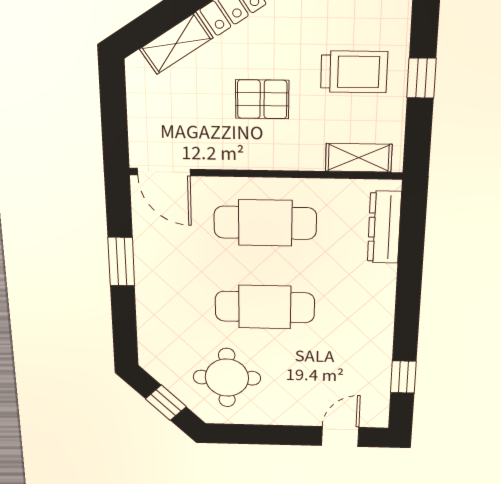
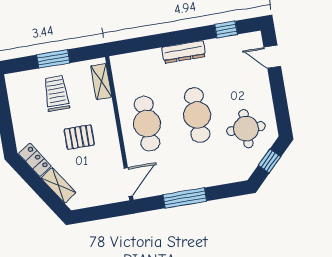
window: (421, 78) -> (53, 59), width x1.50
pallet: (262, 99) -> (79, 137), turned 90
dresser: (384, 227) -> (184, 52), moved
window: (121, 262) -> (185, 198), width x1.44

